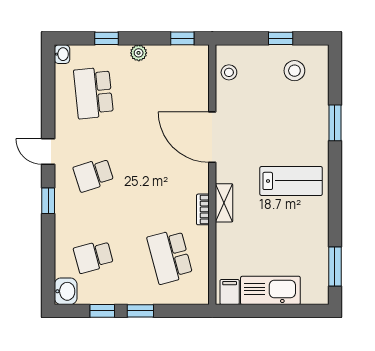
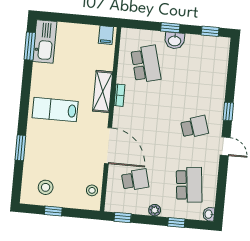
shelving: (224, 203) -> (103, 91), width x1.50, depth x1.33
school desk: (93, 257) -> (135, 180), moved
kitchen sink: (270, 290) -> (45, 42), moved, turned -90
washbasin: (66, 291) -> (175, 40), moved, turned -90
window: (102, 311) -> (210, 31), moved

